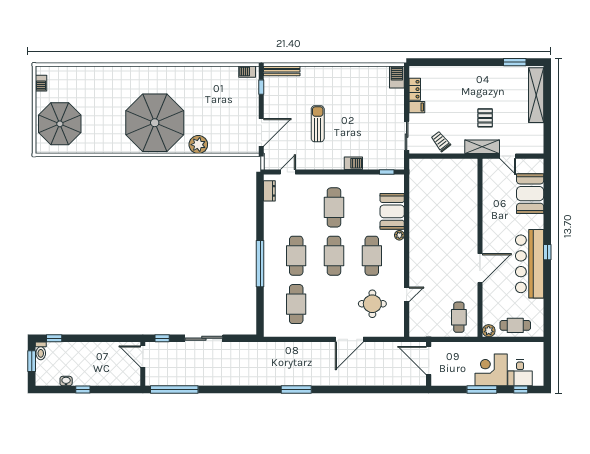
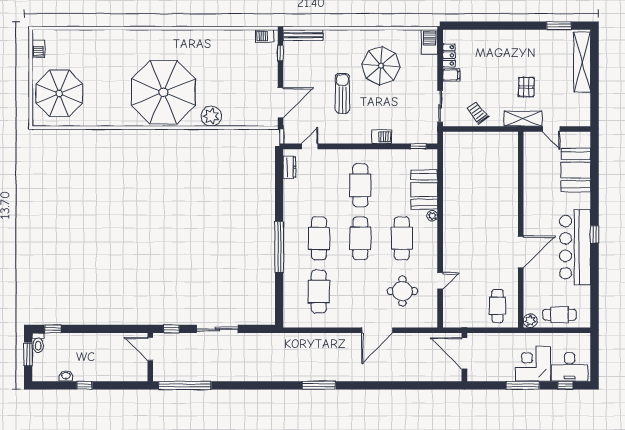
parasol: (353, 99) -> (381, 66), added
desk: (520, 373) -> (570, 367), width x1.37

